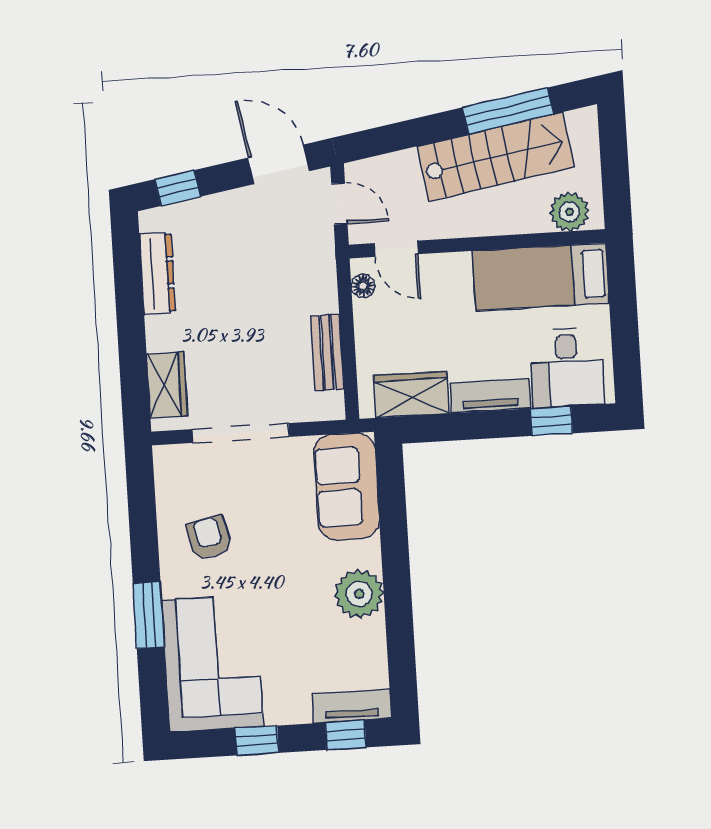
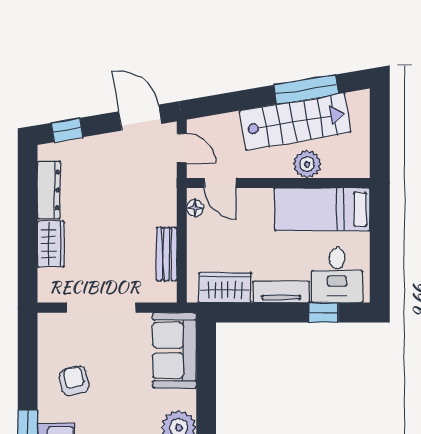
plant: (569, 212) -> (307, 164), moved
wardrobe: (167, 385) -> (51, 244), moved

